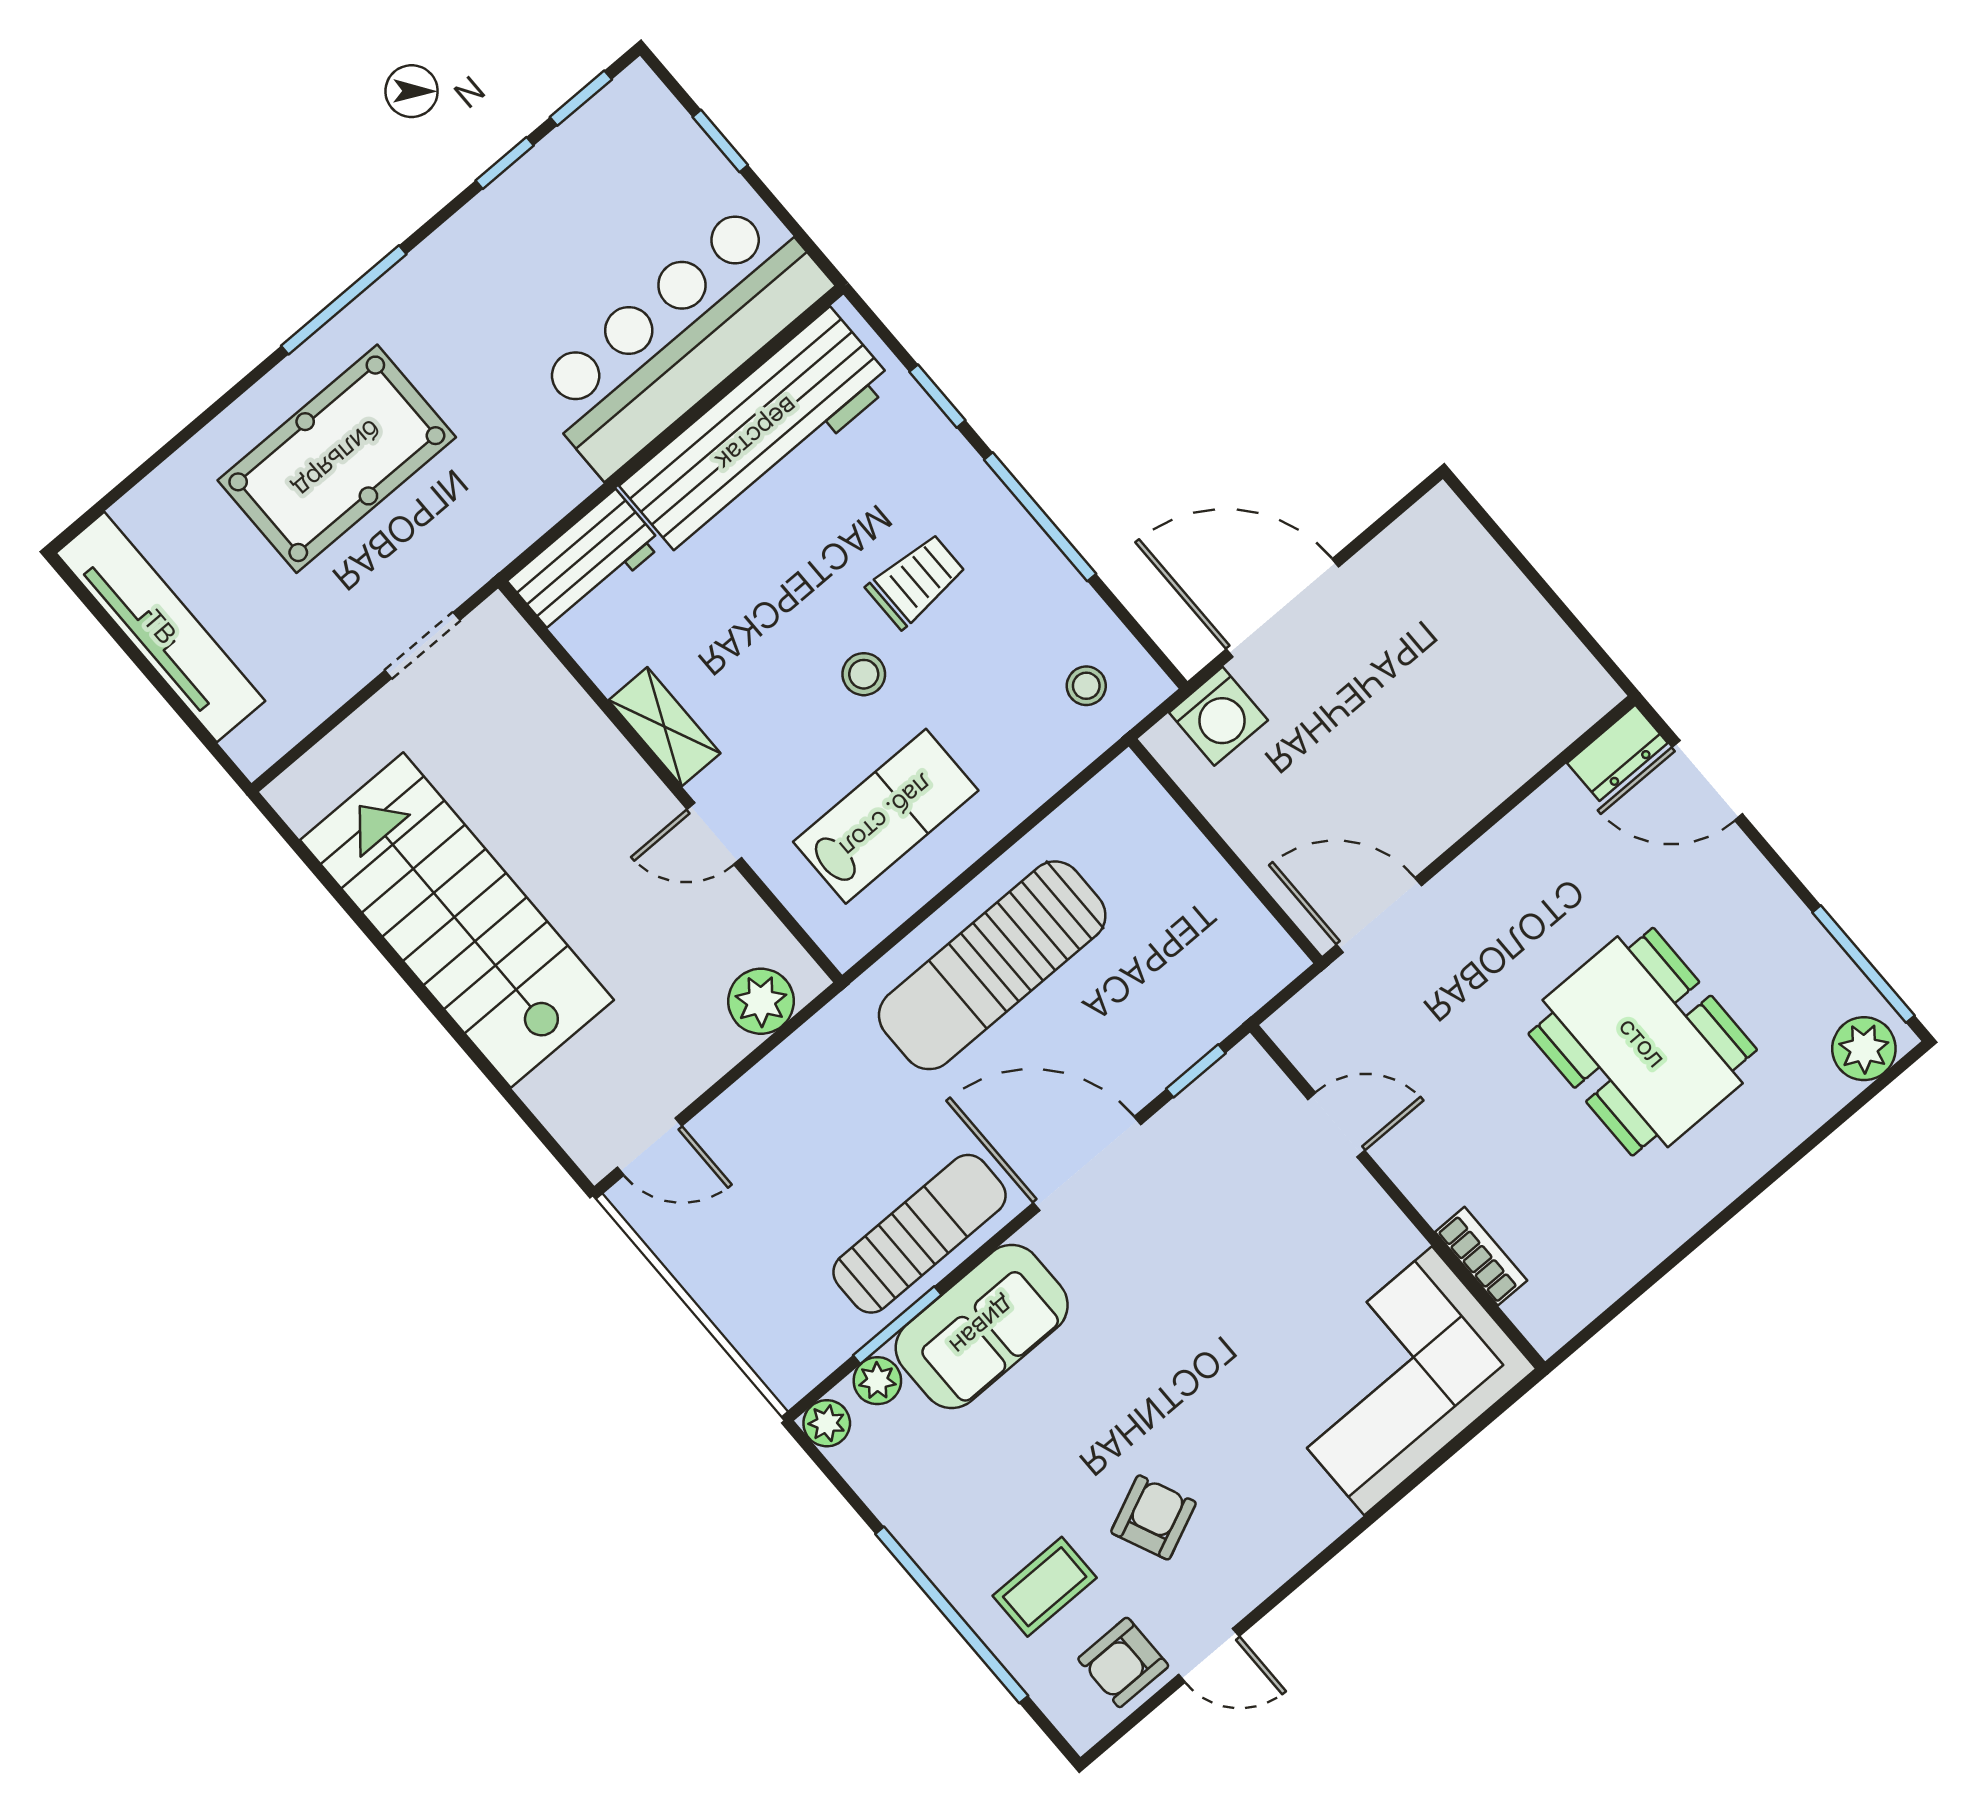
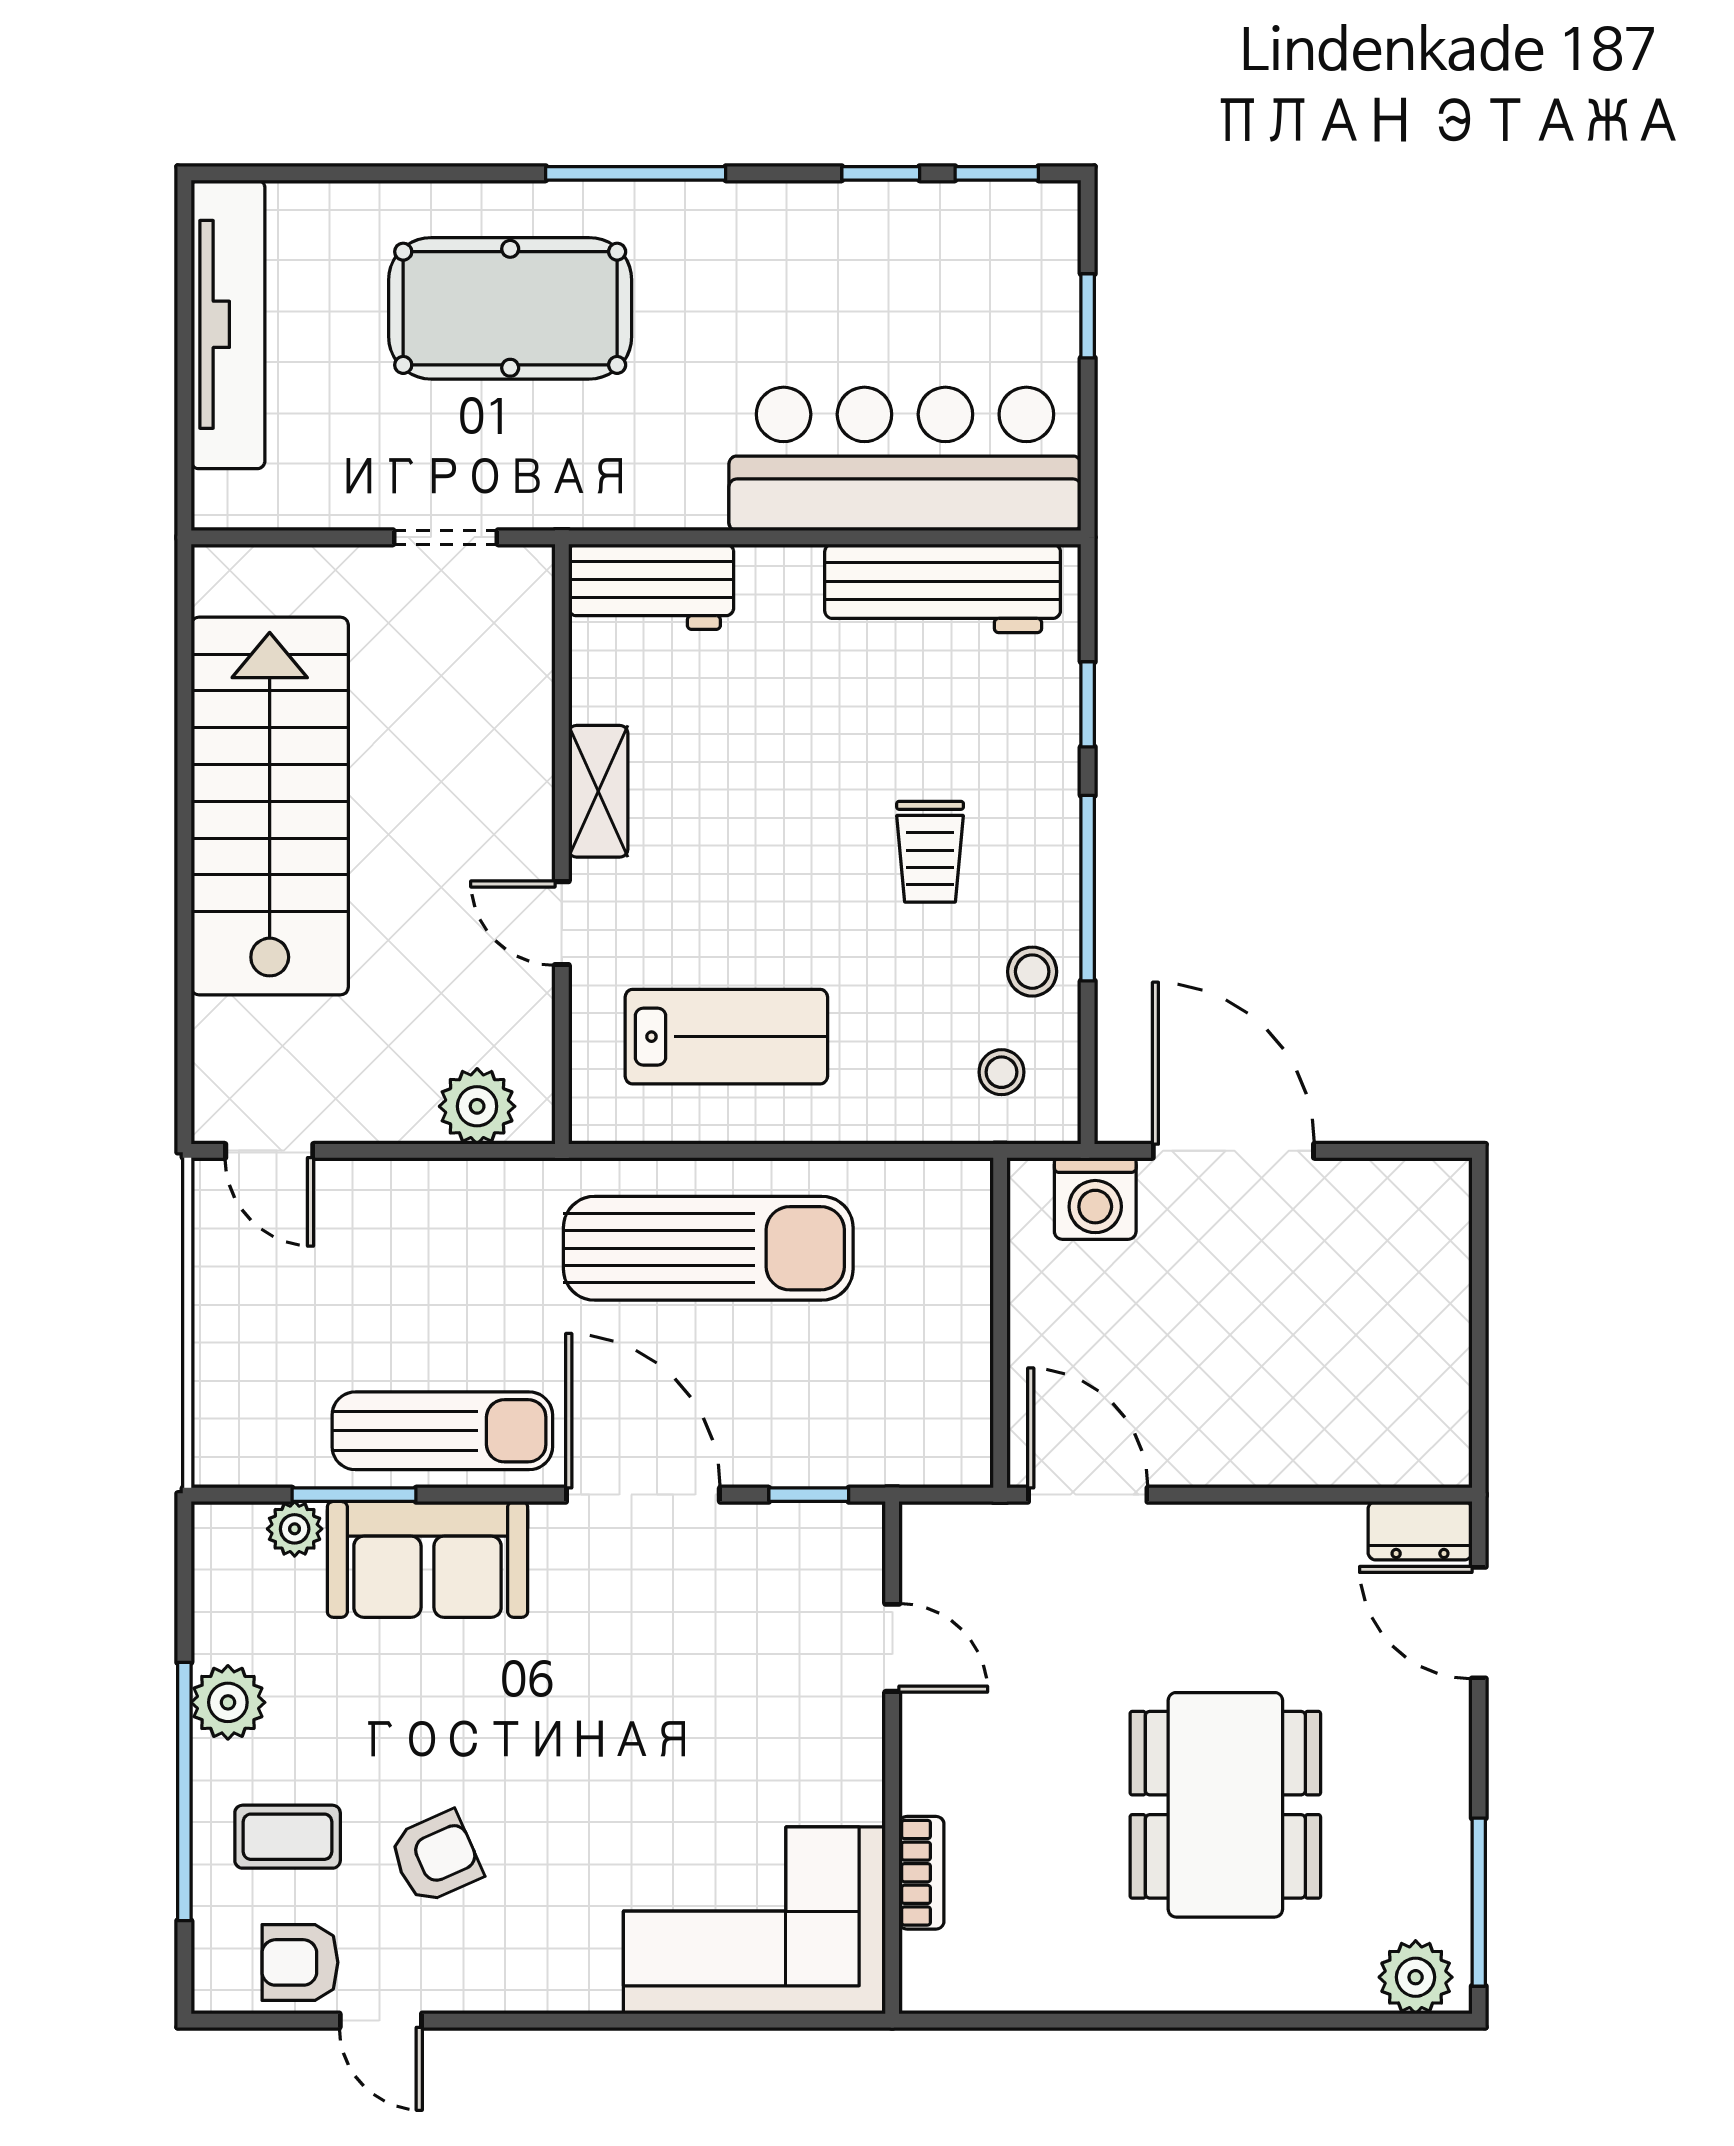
workbench: (757, 434) -> (943, 588), width x0.73, depth x0.76
trolley: (916, 581) -> (930, 852), turned 90
stool: (864, 674) -> (1032, 972), moved
sun lounger: (992, 965) -> (708, 1248), turned 180
plant: (827, 1423) -> (228, 1702), moved, width x1.38, depth x1.38

